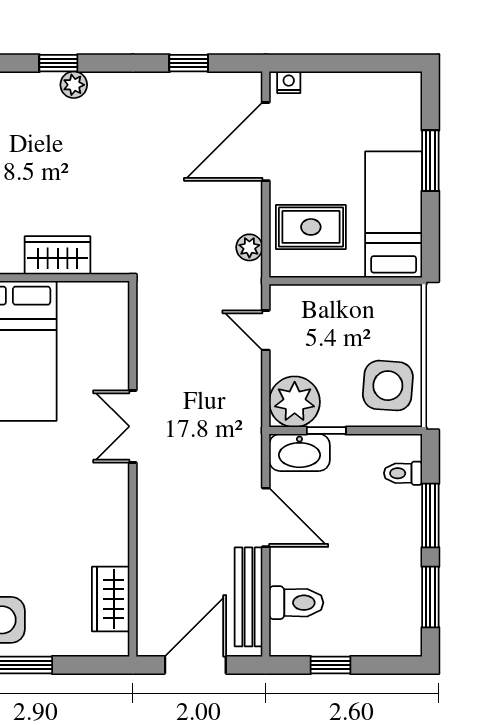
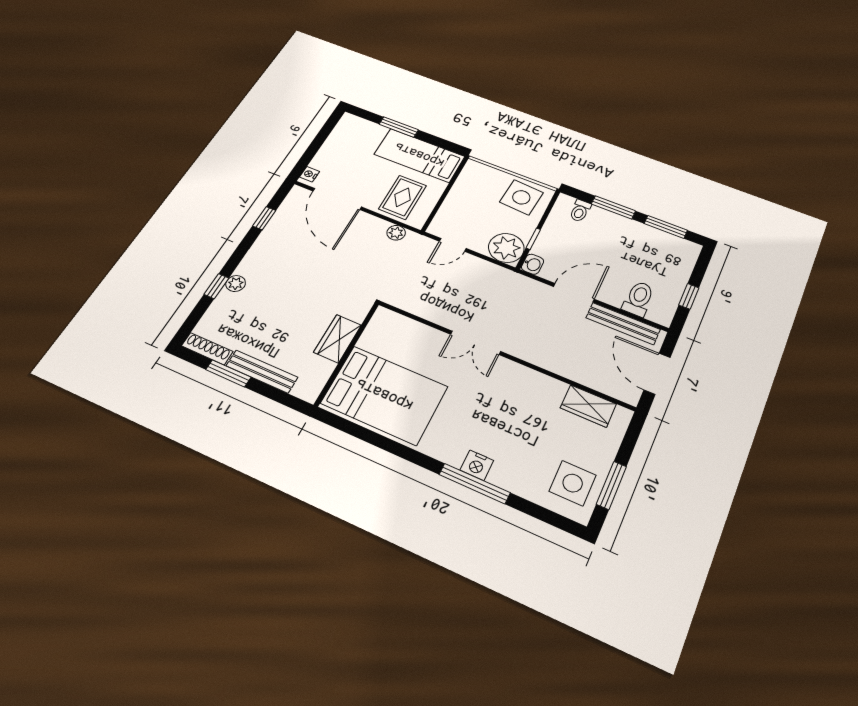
washbasin: (299, 452) -> (533, 264), width x0.52, depth x0.69

